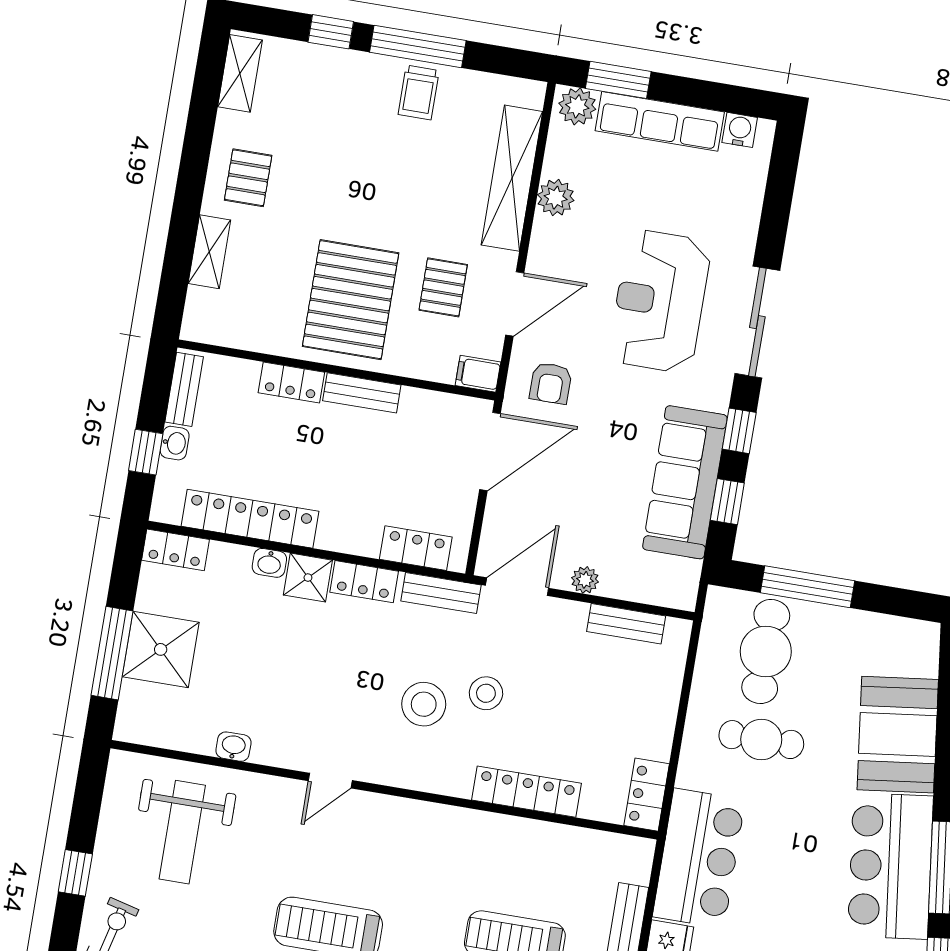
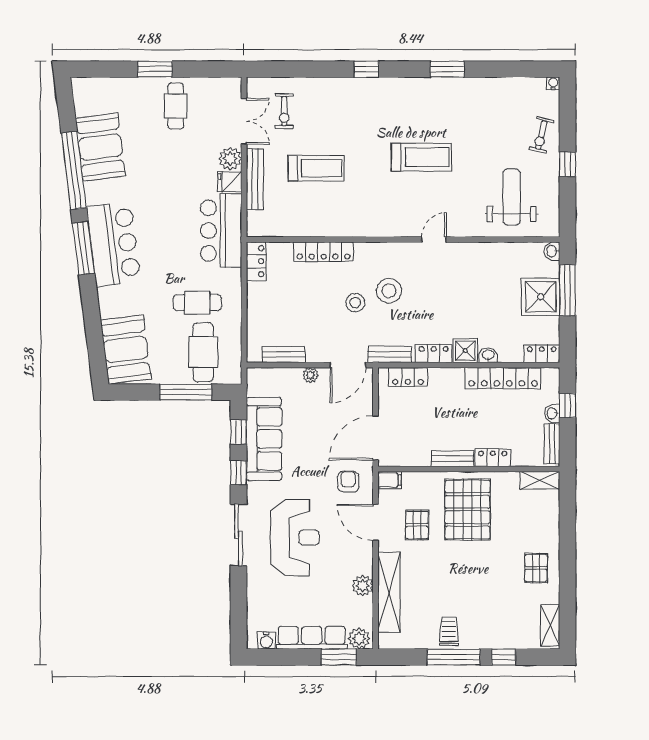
shelving: (209, 252) -> (540, 480), moved, turned 90
door: (515, 304) -> (376, 522), hinge flipped
booth: (898, 735) -> (126, 349), moved
washbasin: (233, 747) -> (552, 251), moved, turned 90

